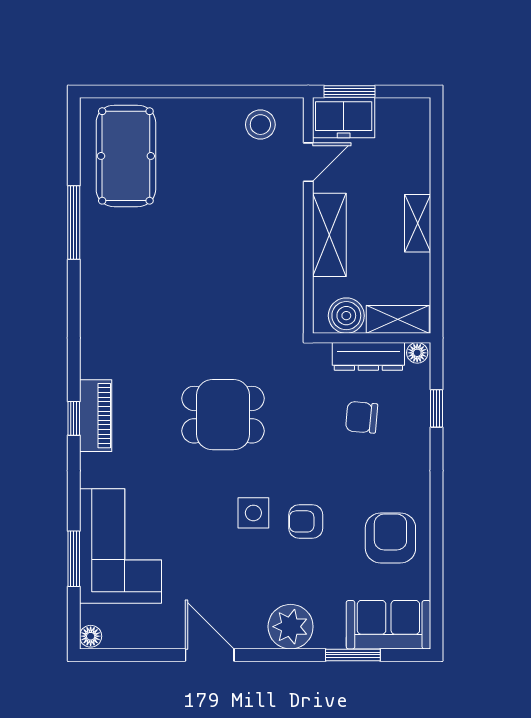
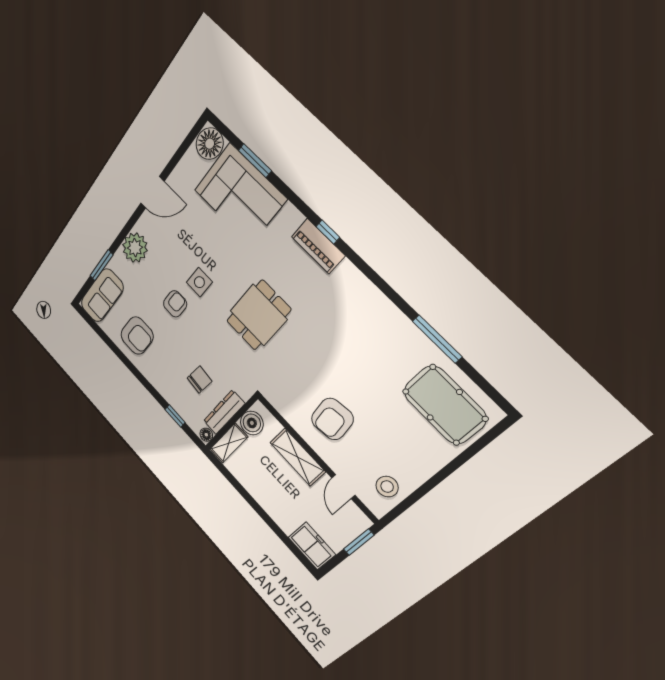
freezer: (344, 118) -> (312, 546), moved, turned 90
shelving: (418, 223) -> (264, 499), removed
armchair: (250, 240) -> (332, 419), added
floor lamp: (91, 636) -> (210, 144), width x1.89, depth x1.89

